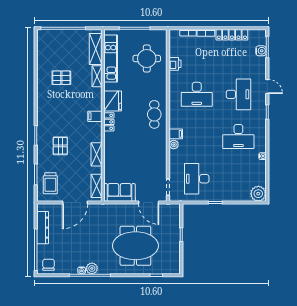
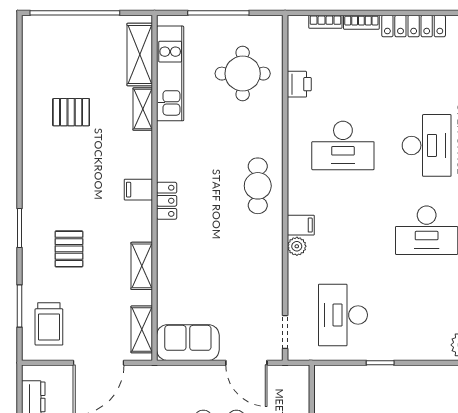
fridge: (113, 101) -> (174, 159), removed

